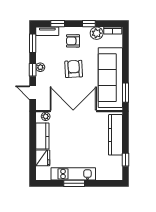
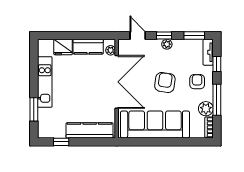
window: (89, 24) -> (217, 100), width x2.17
armchair: (74, 69) -> (165, 82), turned -79
door: (33, 93) -> (138, 35), hinge flipped
window: (126, 93) -> (138, 142), removed
window: (74, 183) -> (34, 109), moved

